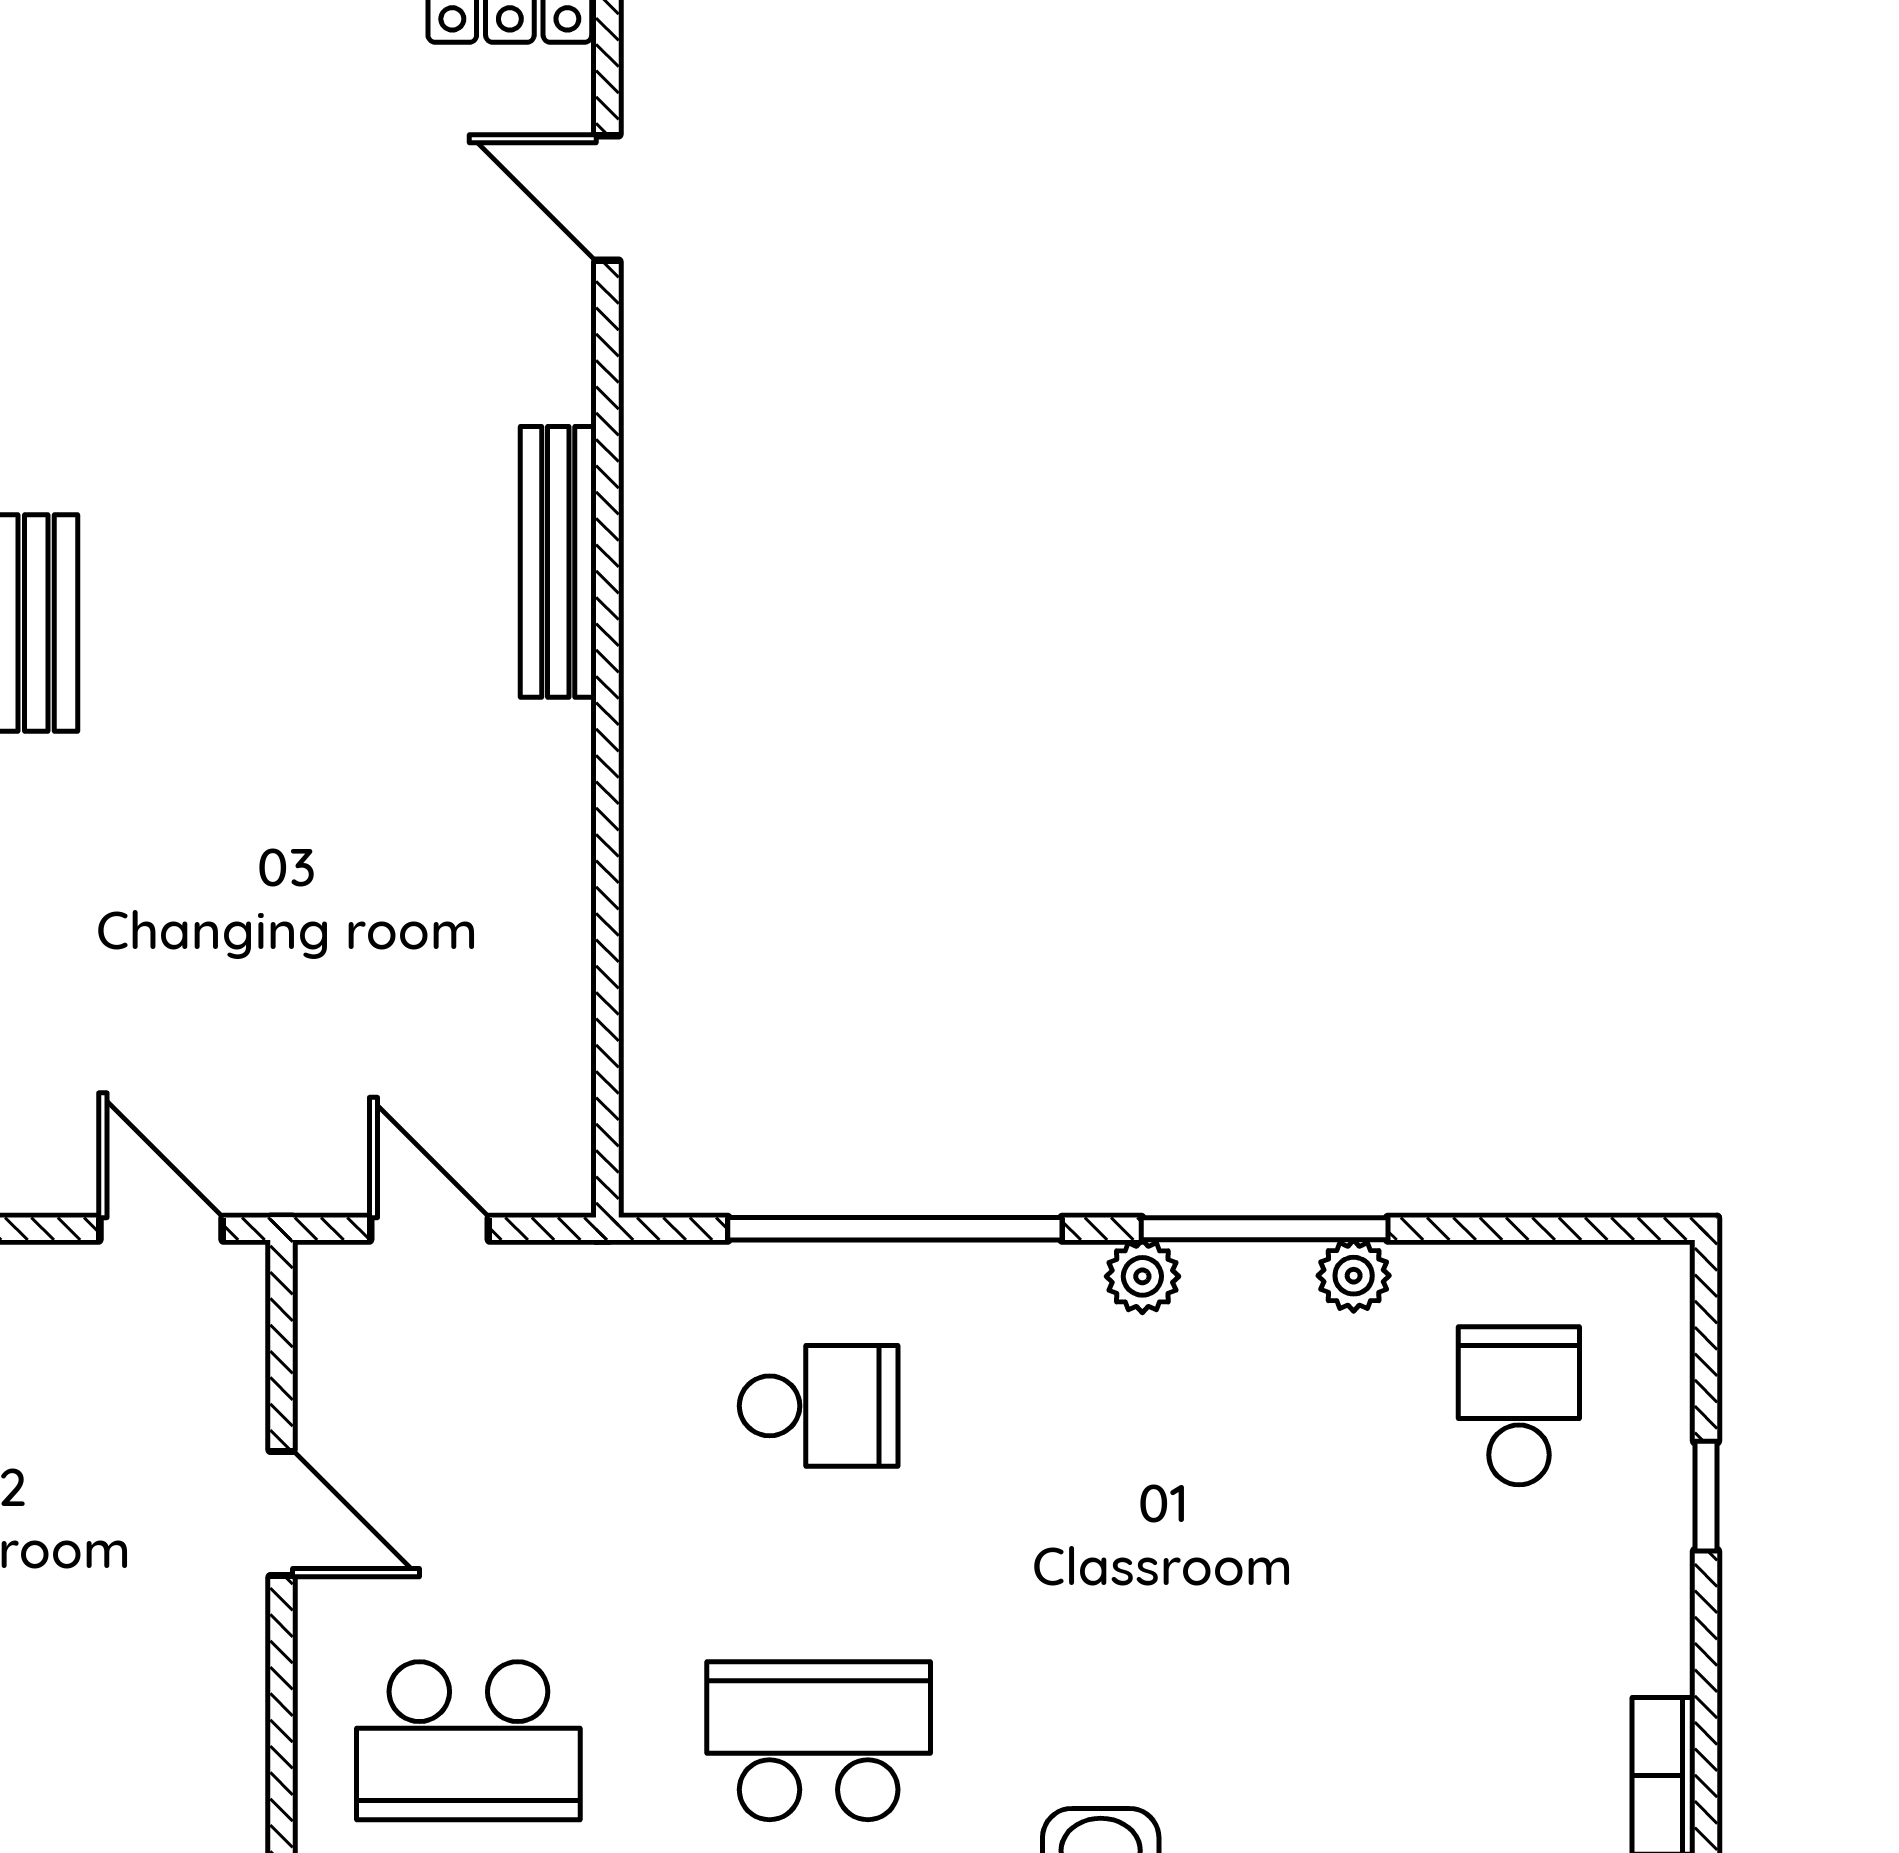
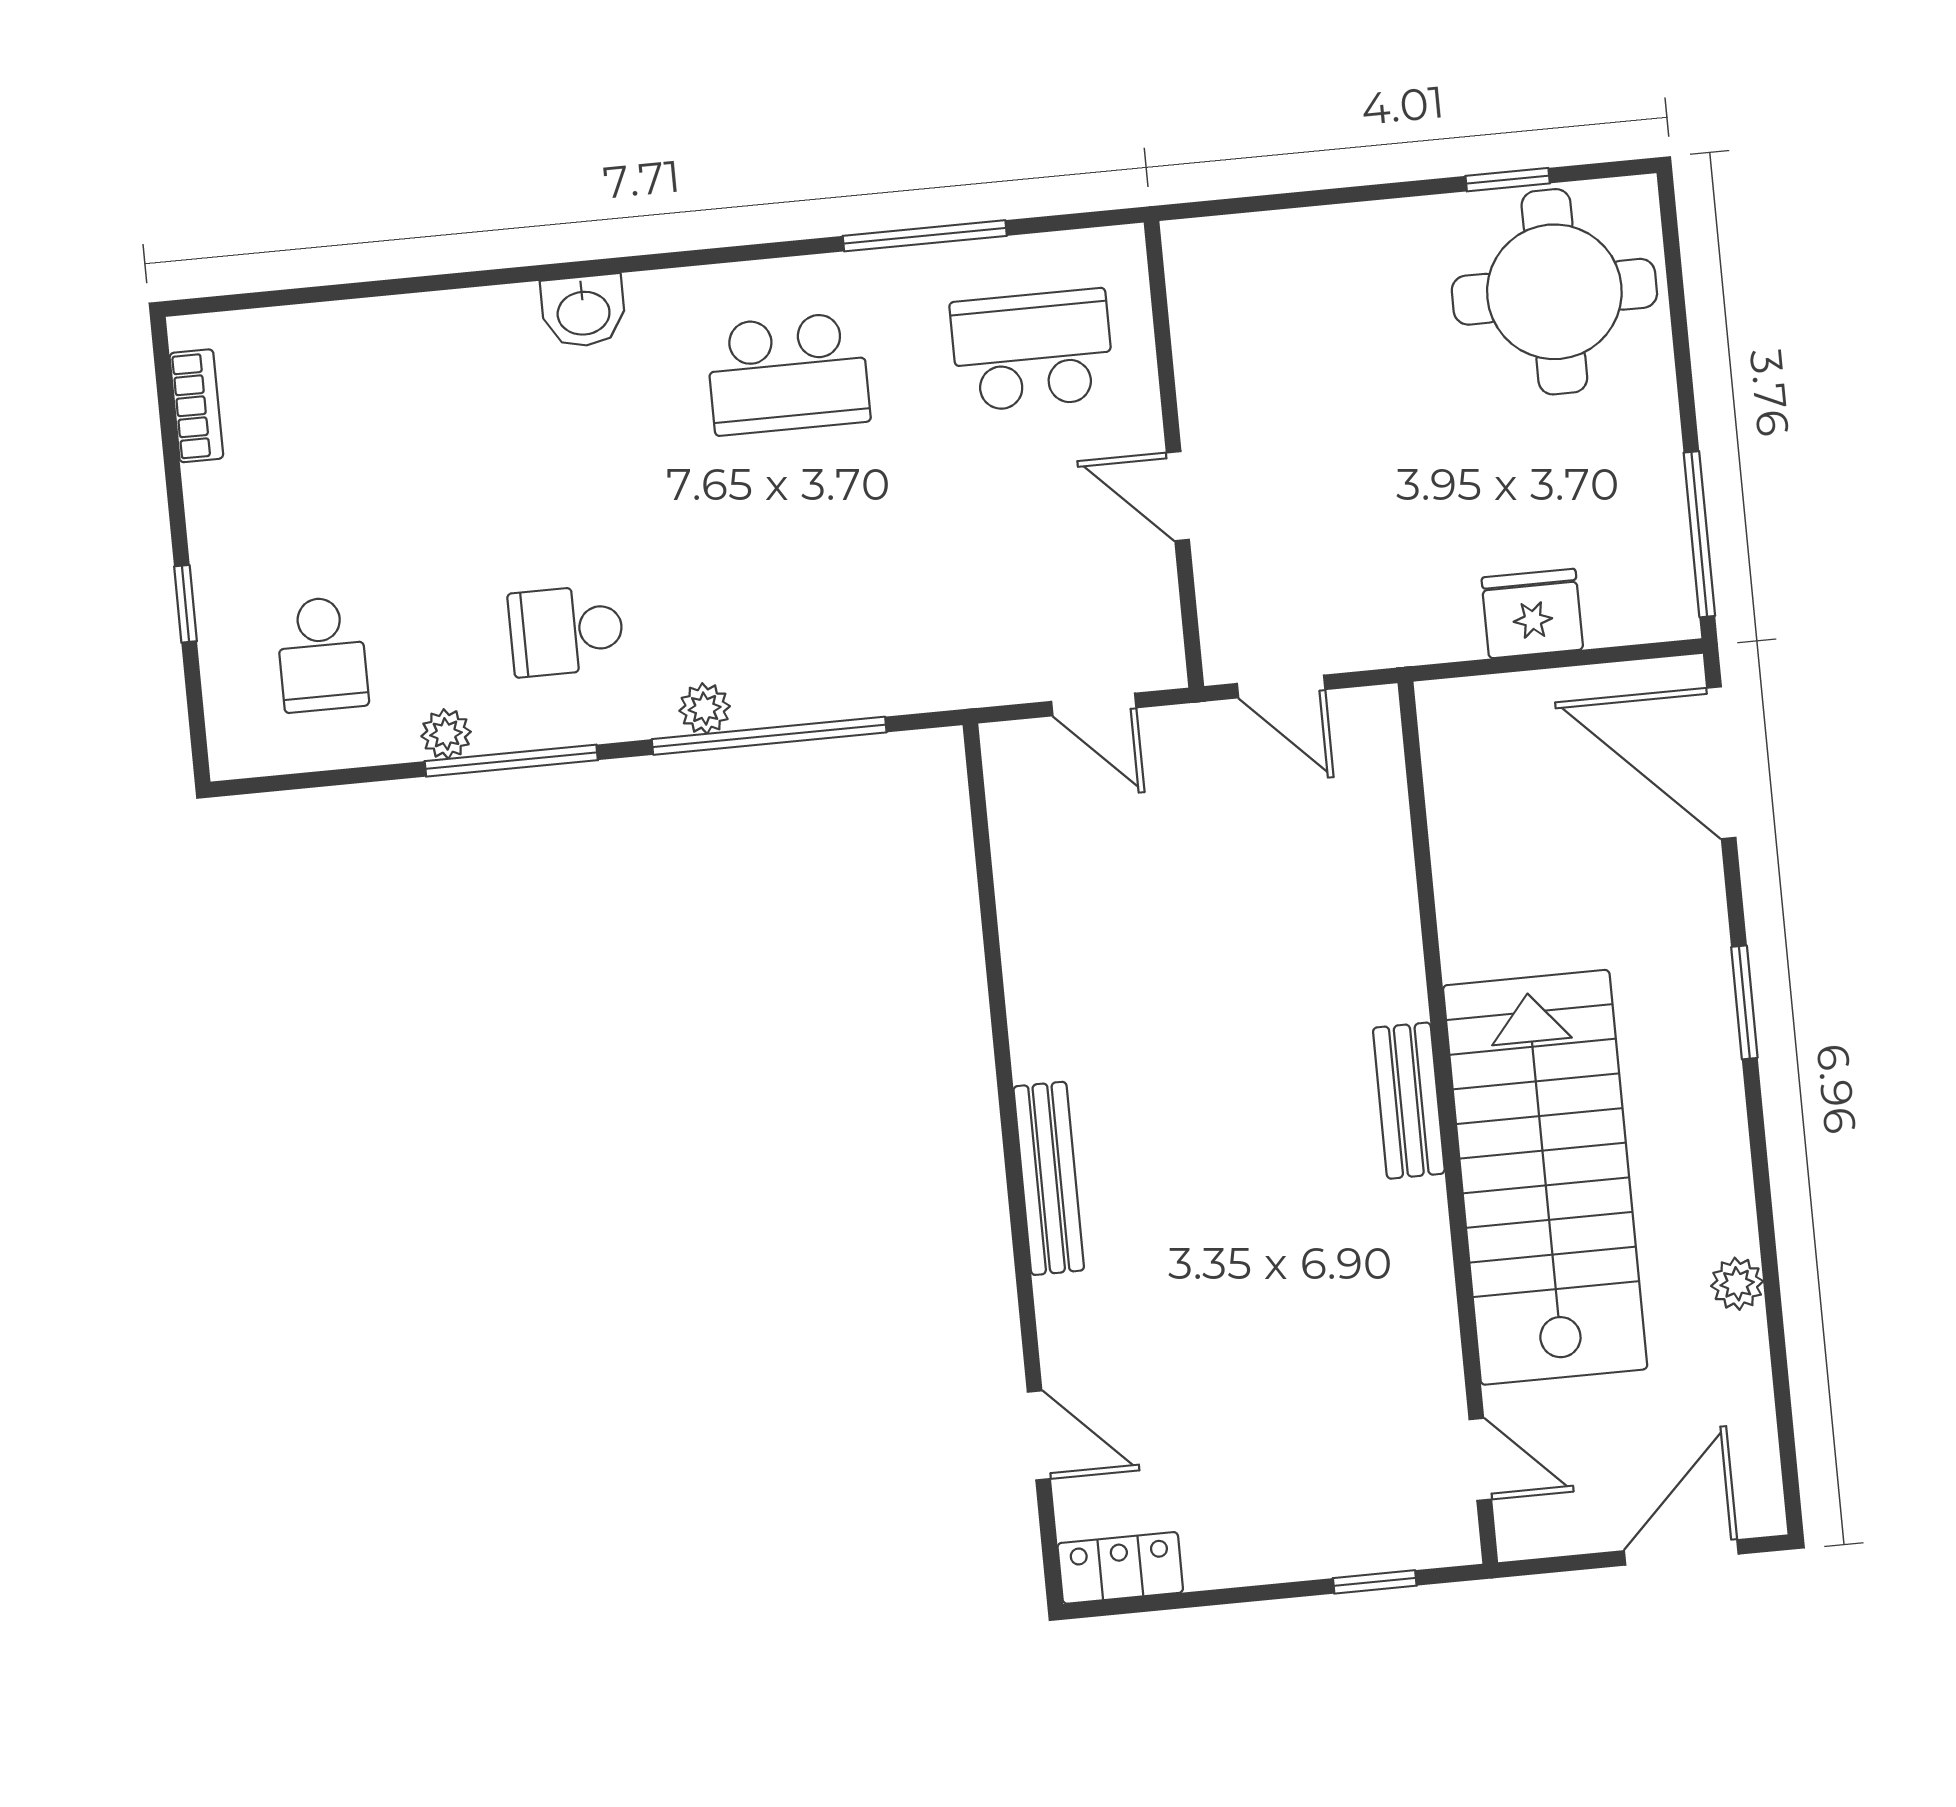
plant: (1142, 1276) -> (705, 709), moved
school desk: (819, 1406) -> (566, 631), moved

